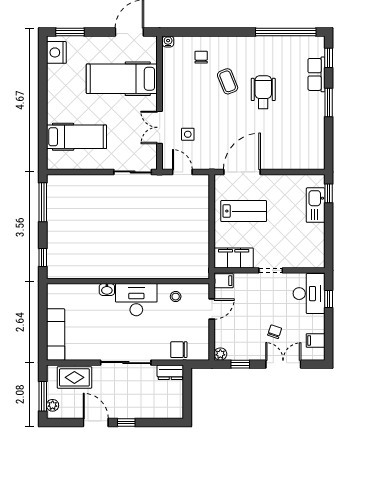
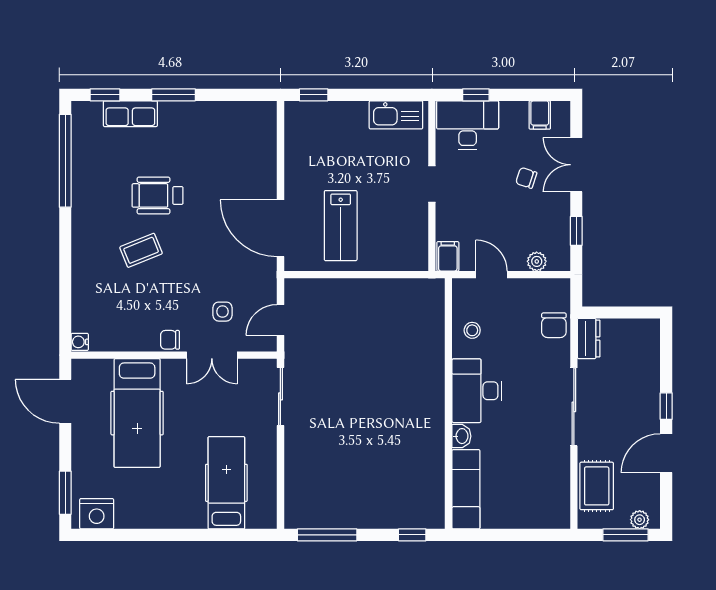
chair: (201, 57) -> (170, 340), moved
kitchen sink: (316, 205) -> (396, 115), moved
lab bench: (244, 211) -> (341, 226), turned 180
filing cabinet: (234, 258) -> (413, 241), removed
exam couch: (56, 334) -> (466, 489), moved, turned 90
plant: (220, 354) -> (537, 261), moved

